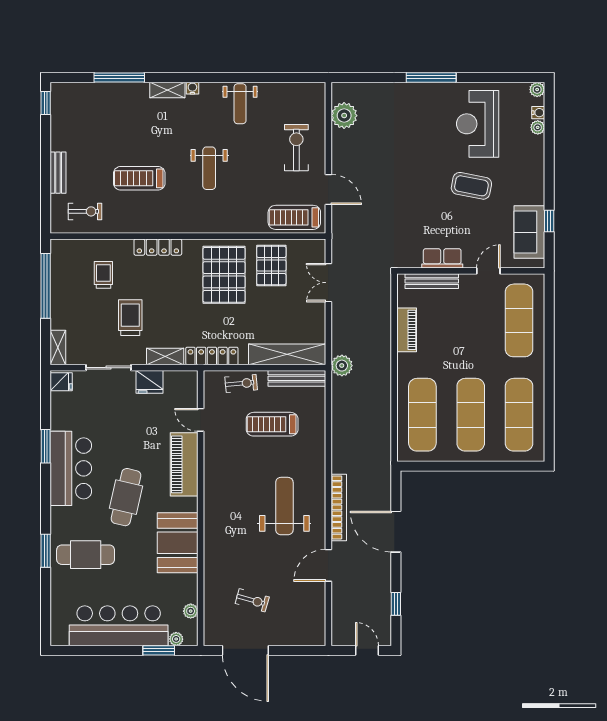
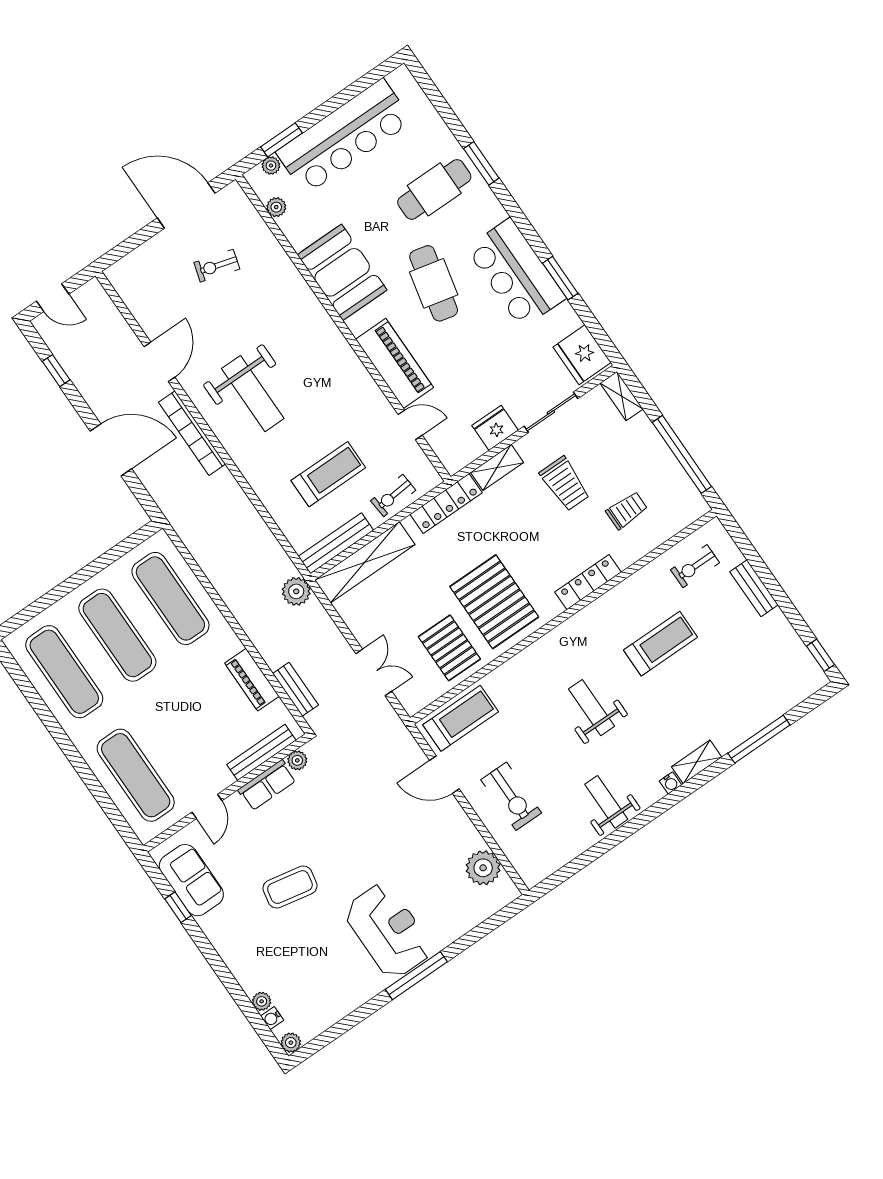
reception desk: (478, 124) -> (388, 931), moved
plant: (413, 261) -> (297, 760), added
trolley: (103, 275) -> (627, 510), turned -90
bench: (384, 305) -> (296, 689), added
fridge: (61, 382) -> (582, 355), width x1.88, depth x1.34

